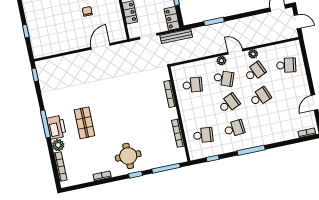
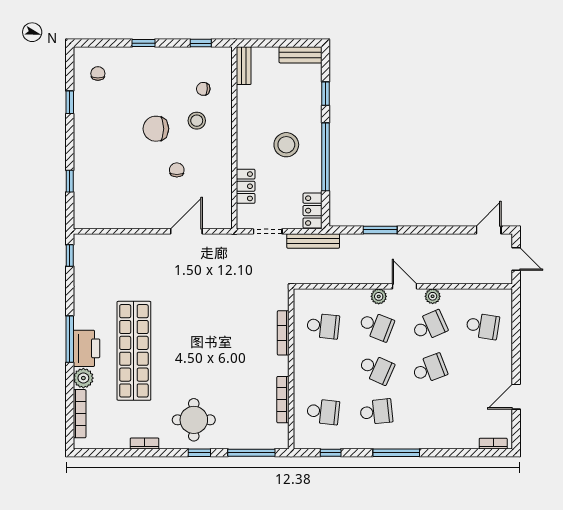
school desk: (229, 103) -> (376, 369), turned 48
shop shelf: (85, 123) -> (134, 351), width x2.00, depth x1.36

